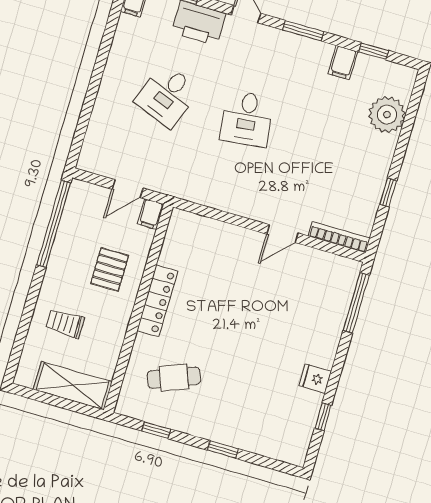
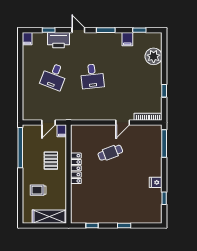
cafe table: (174, 378) -> (110, 153), moved

